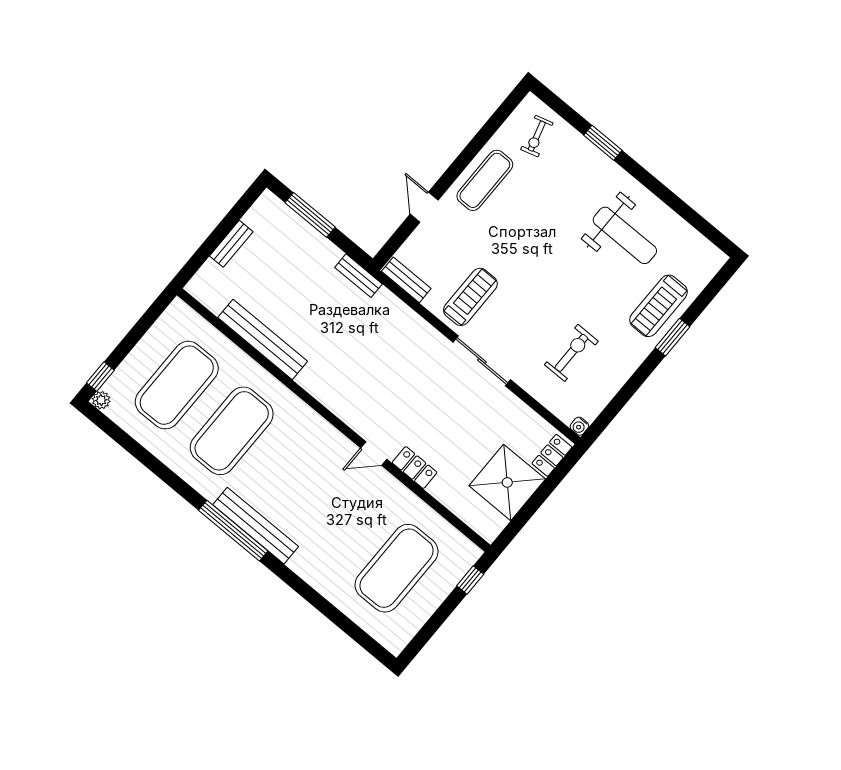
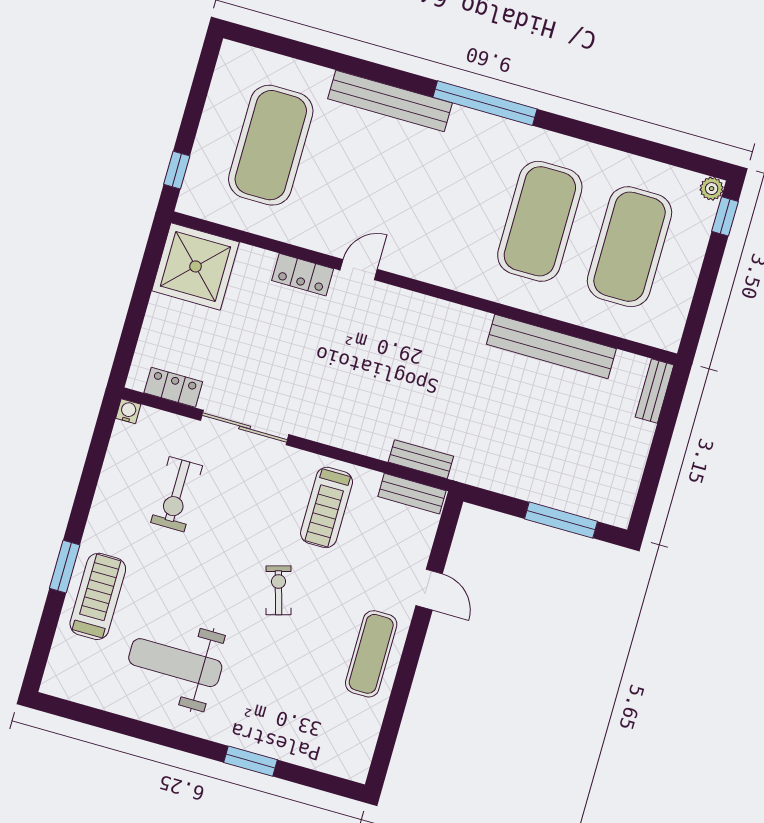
exercise bike: (537, 136) -> (279, 590), moved
bench: (231, 244) -> (654, 391), moved
bench: (359, 276) -> (421, 459), moved
sliding door: (482, 361) -> (245, 428), moved
locker: (552, 455) -> (173, 387), moved, turned -90
shower: (507, 482) -> (196, 266), moved
bench: (256, 526) -> (390, 101), moved

